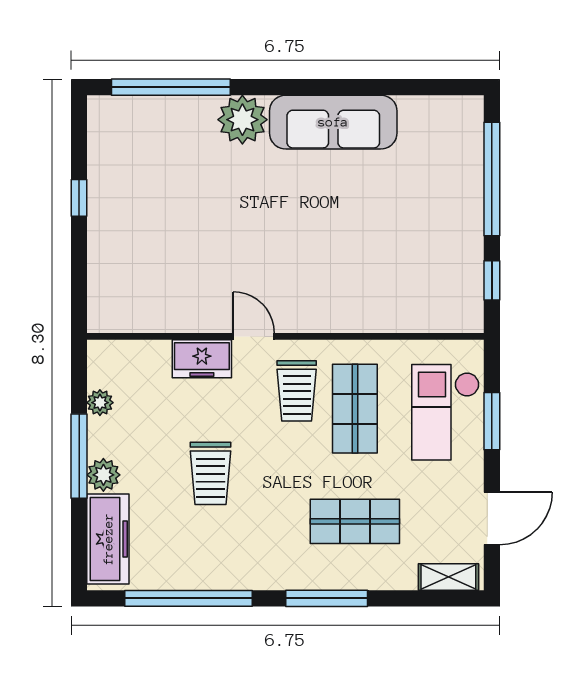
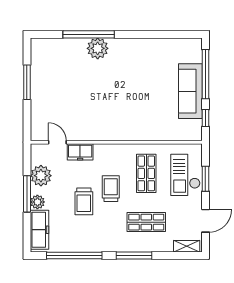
window: (171, 87) -> (89, 34), moved
sofa: (333, 122) -> (190, 91), moved, turned 90
window: (79, 198) -> (27, 82), width x2.17
door: (254, 336) -> (57, 142), moved
trolley: (297, 391) -> (111, 189), moved, turned 180
plant: (100, 403) -> (41, 176), width x1.88, depth x1.88

